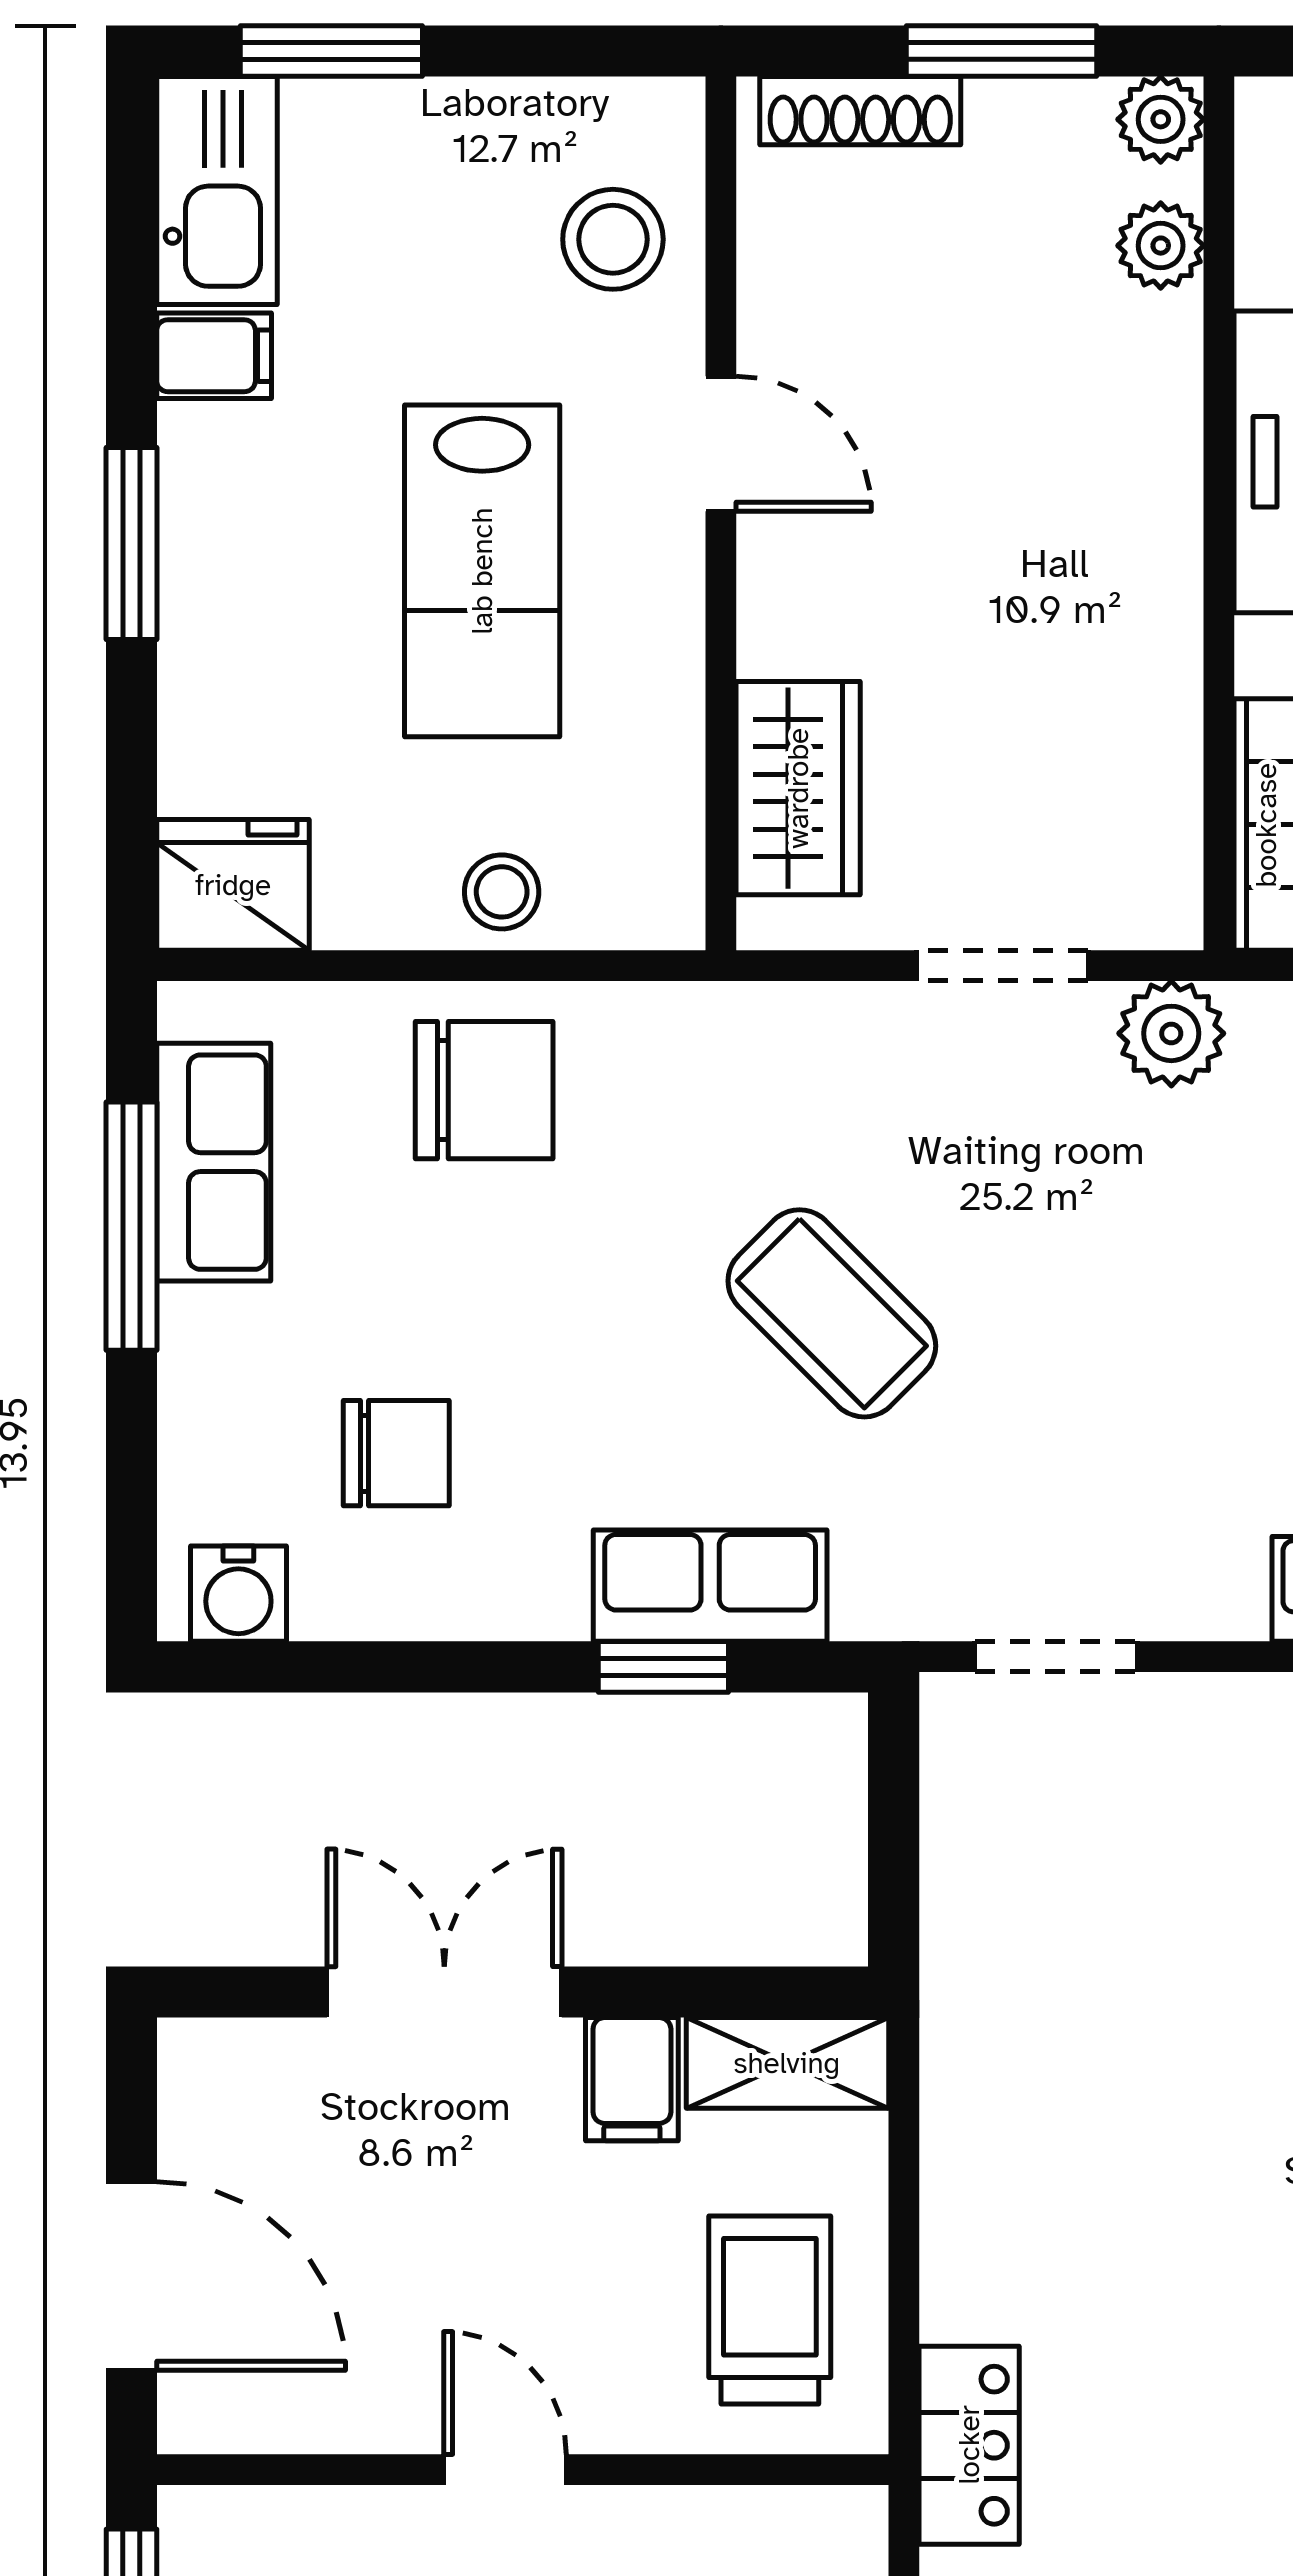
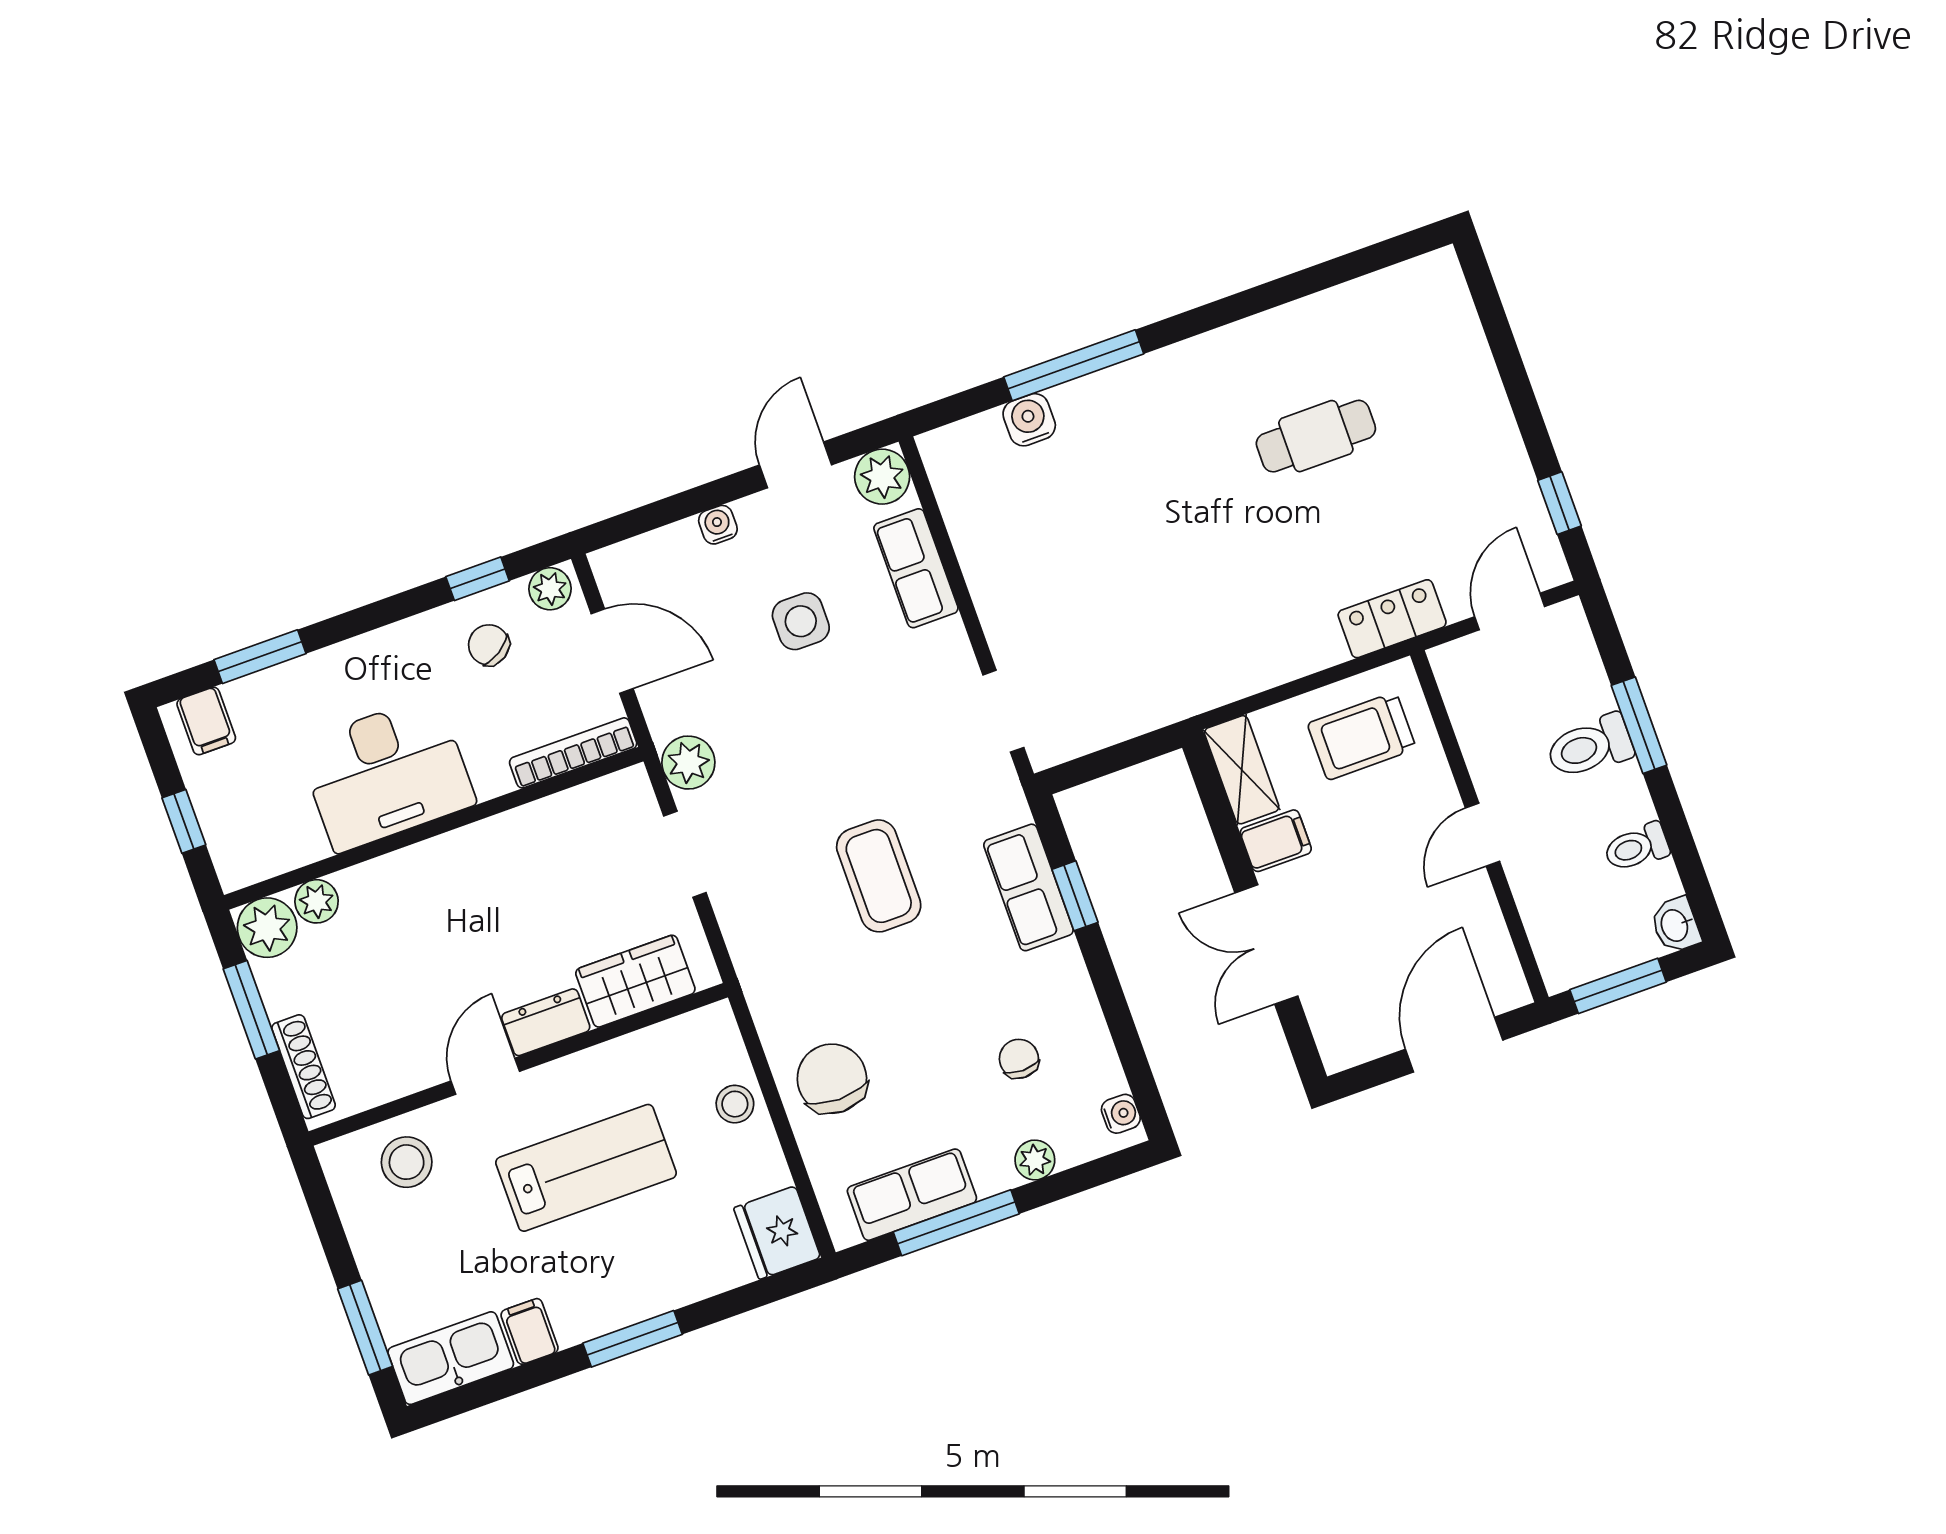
plant: (1161, 119) -> (267, 928), width x1.38, depth x1.38
dresser: (781, 593) -> (546, 1022), added
coffee table: (832, 1313) -> (879, 876), turned -45
plant: (196, 1415) -> (1035, 1160), added
chair: (396, 1453) -> (1019, 1059), width x0.73, depth x0.73
water cooler: (238, 1594) -> (1121, 1114), width x0.72, depth x0.72

